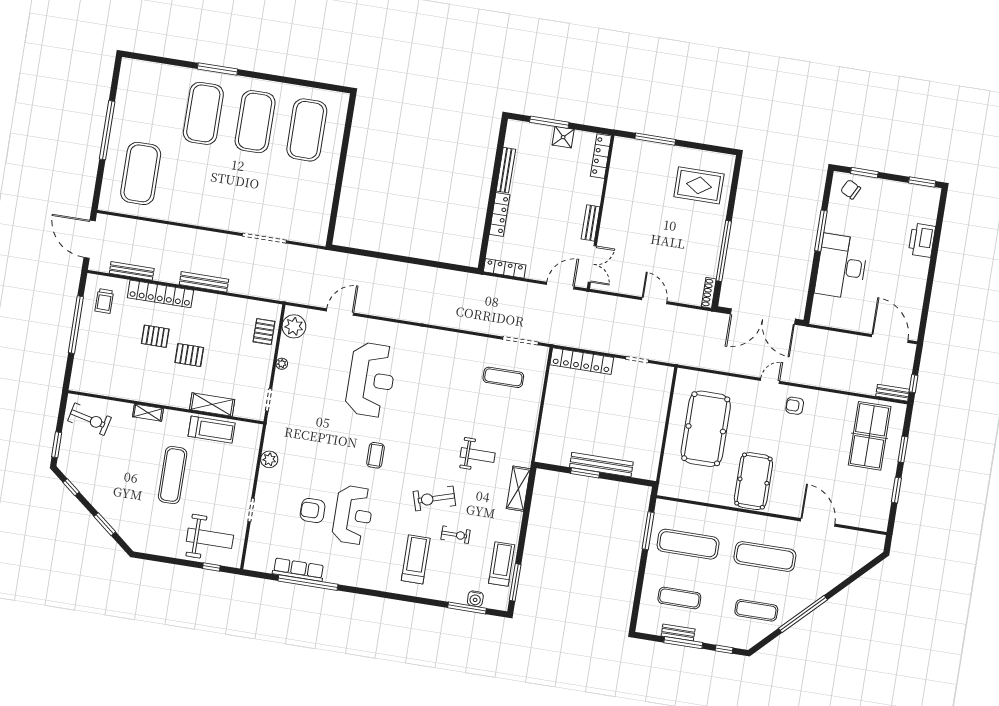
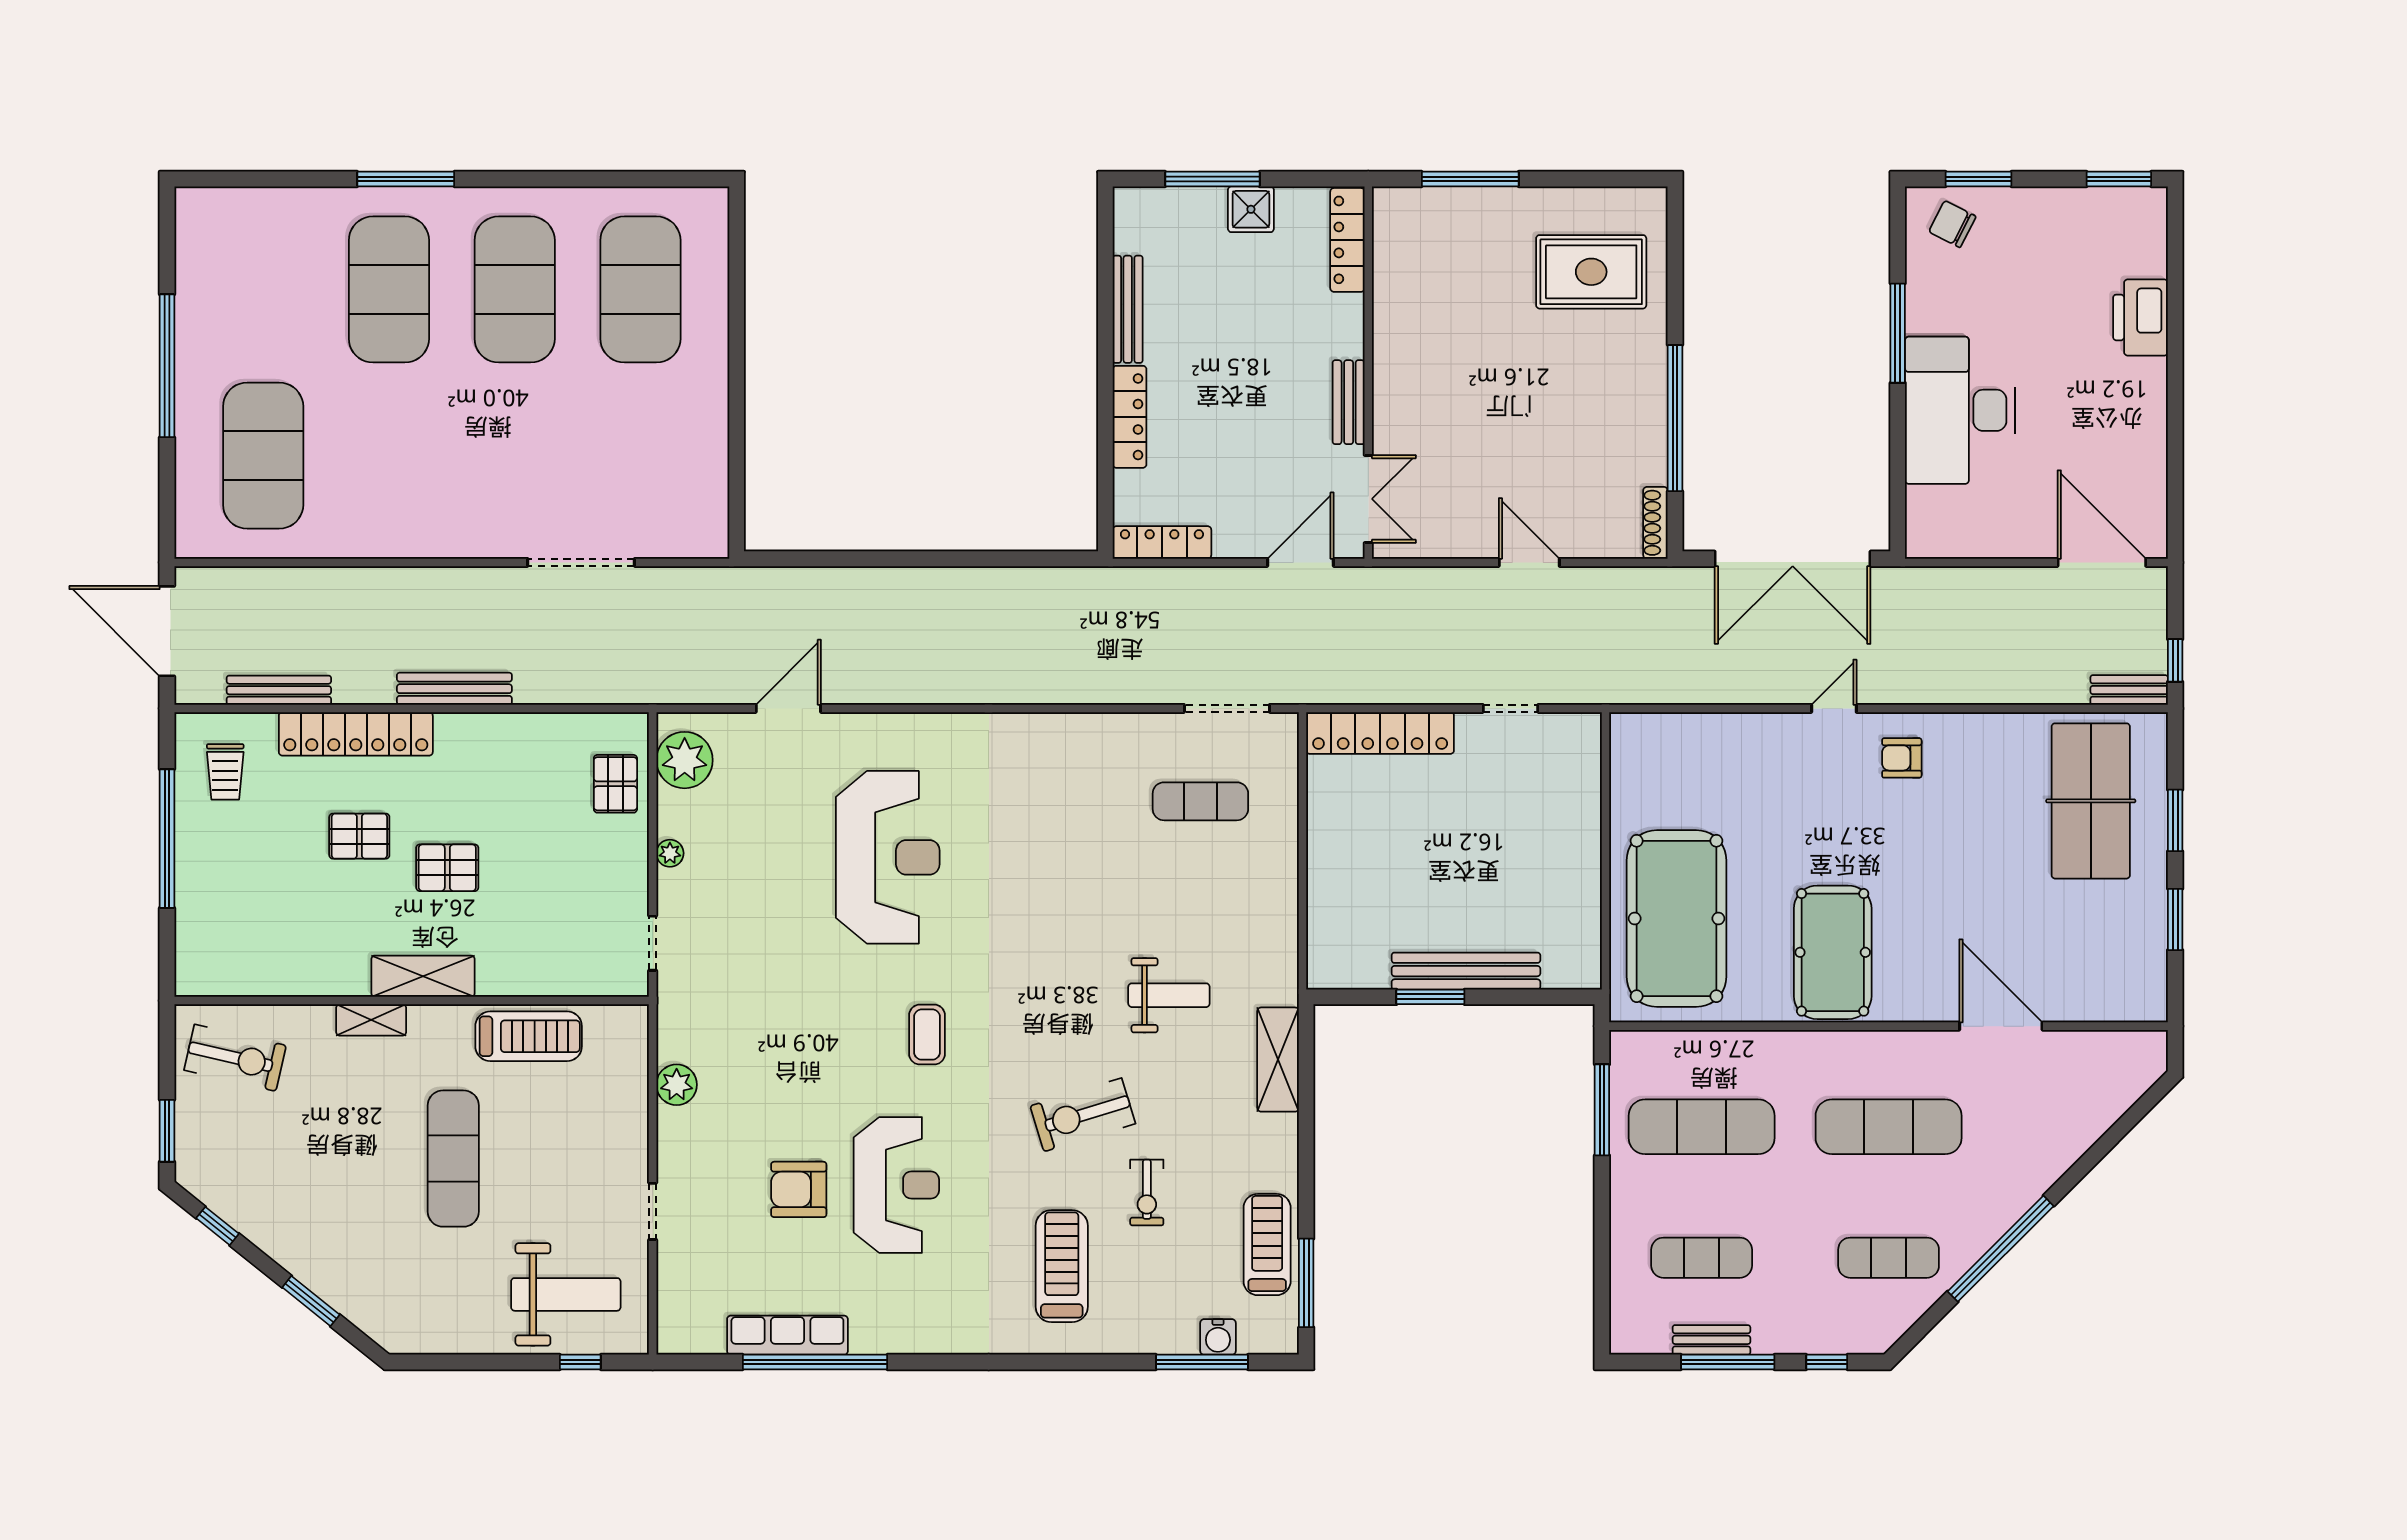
shelving: (212, 404) -> (423, 976), moved
pool table: (706, 429) -> (1676, 918), moved
exercise bike: (456, 535) -> (1147, 1193), turned 90

